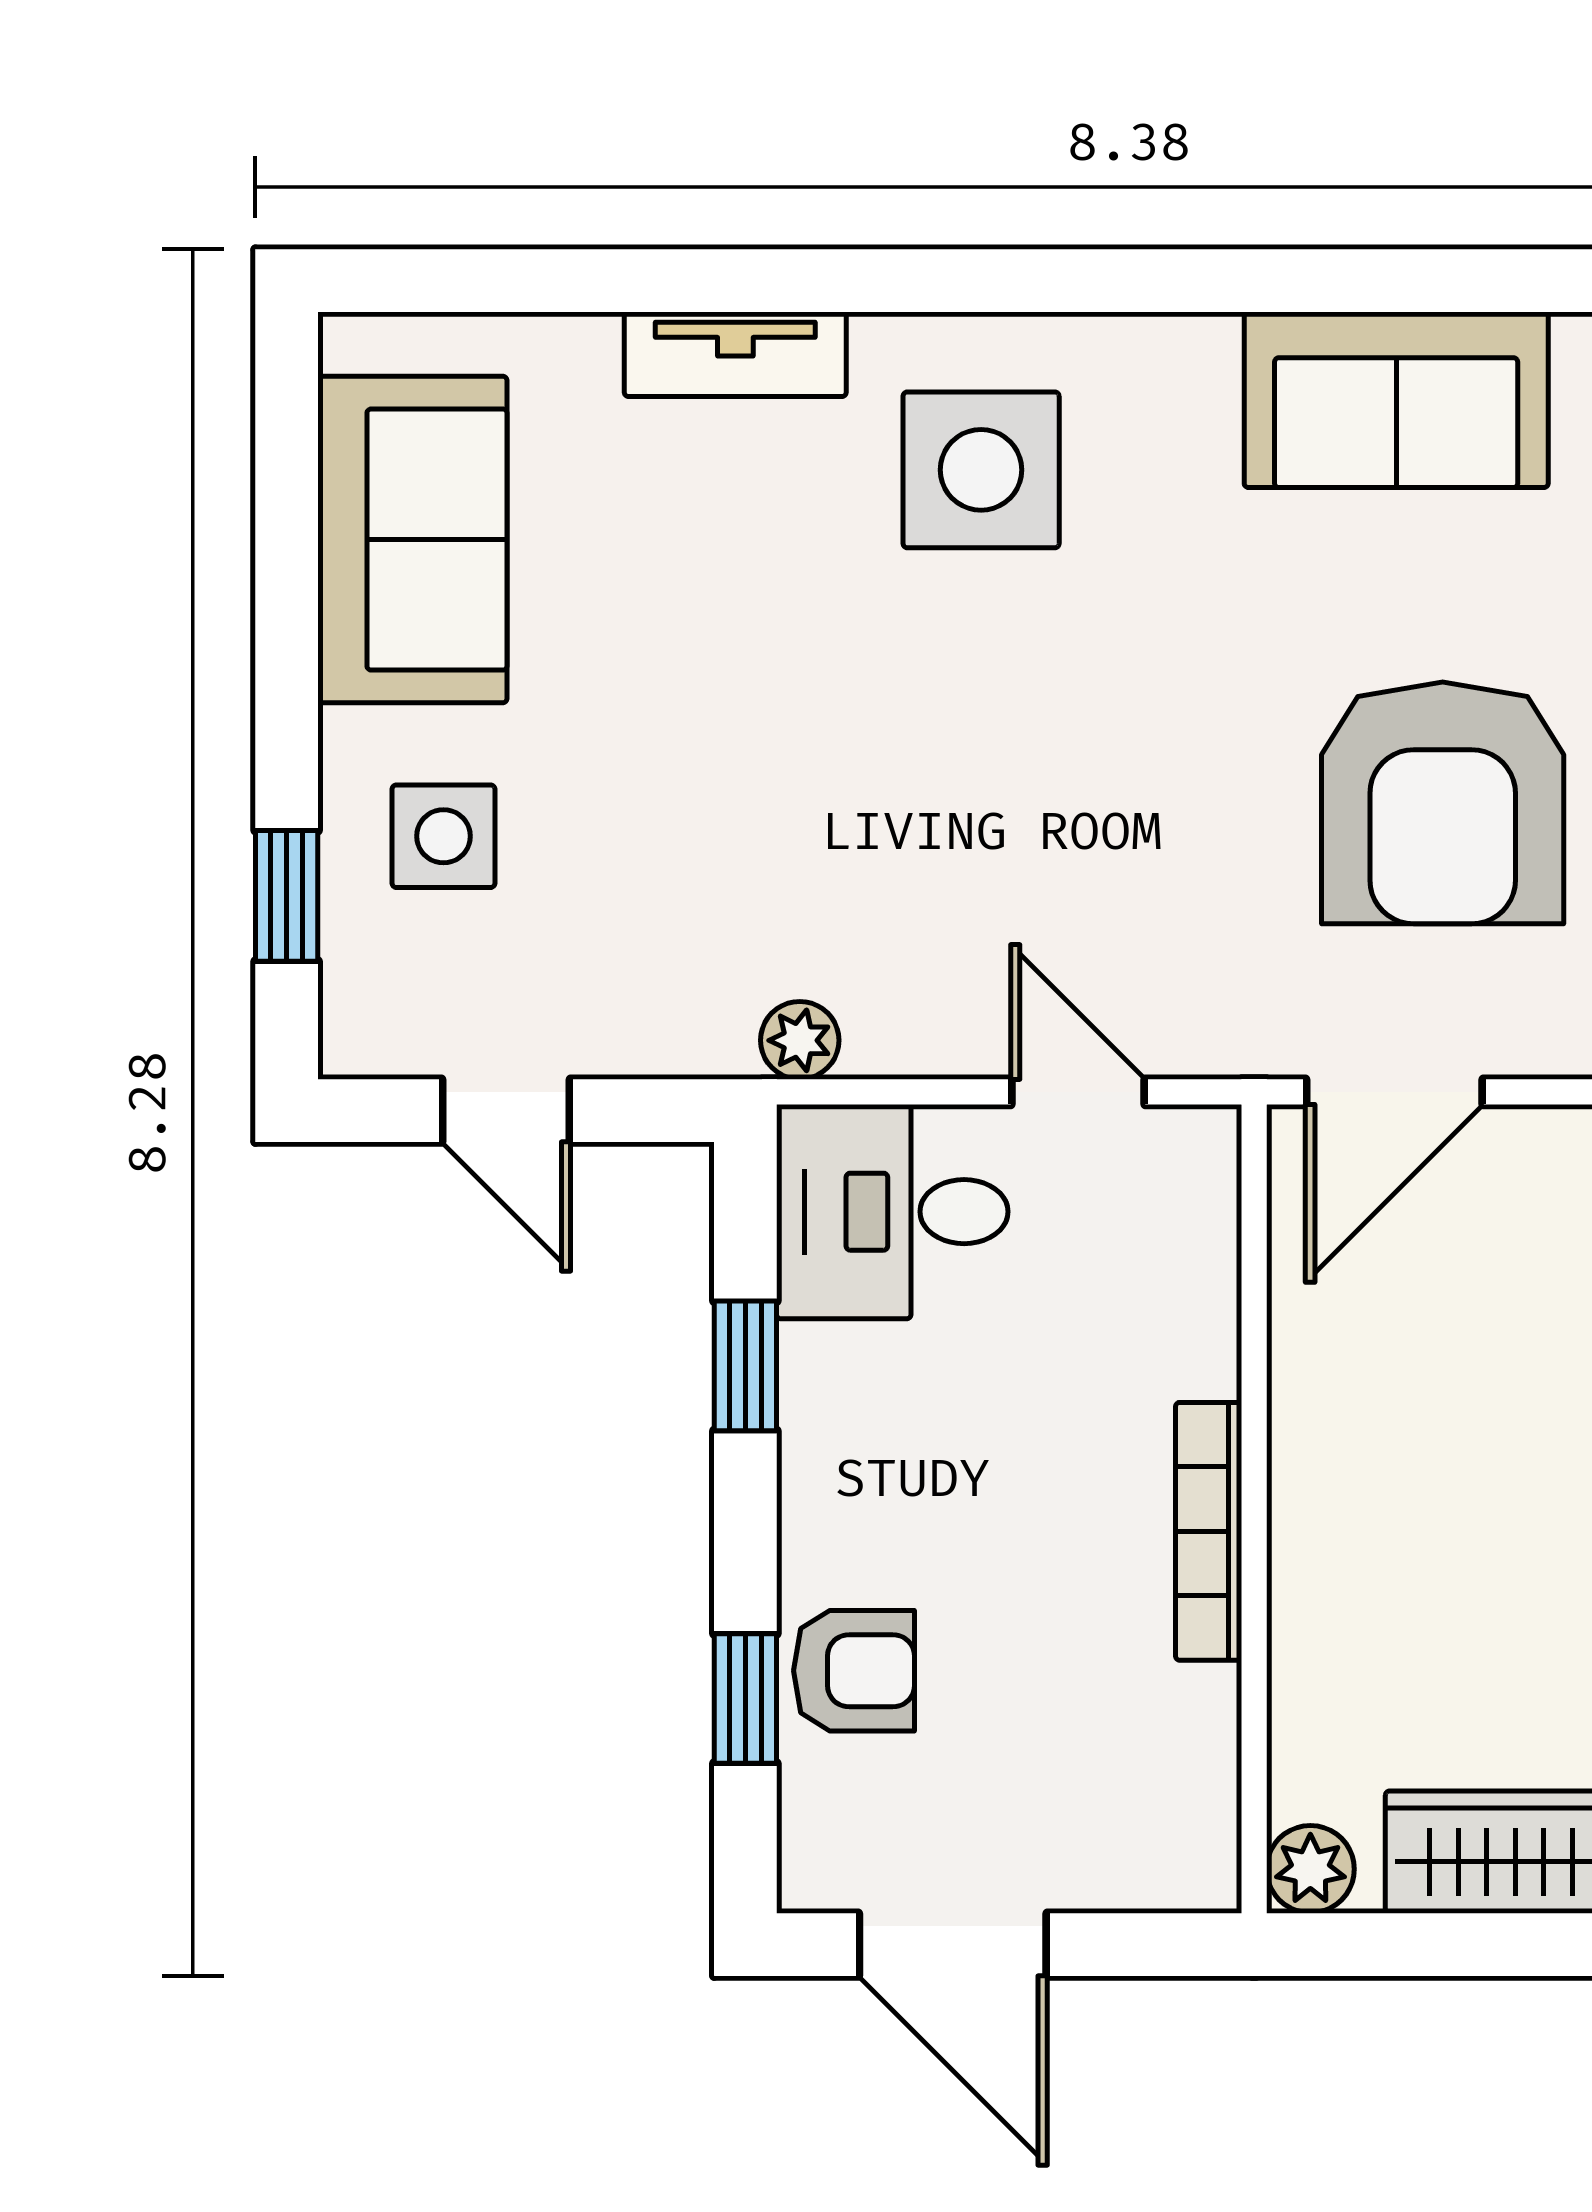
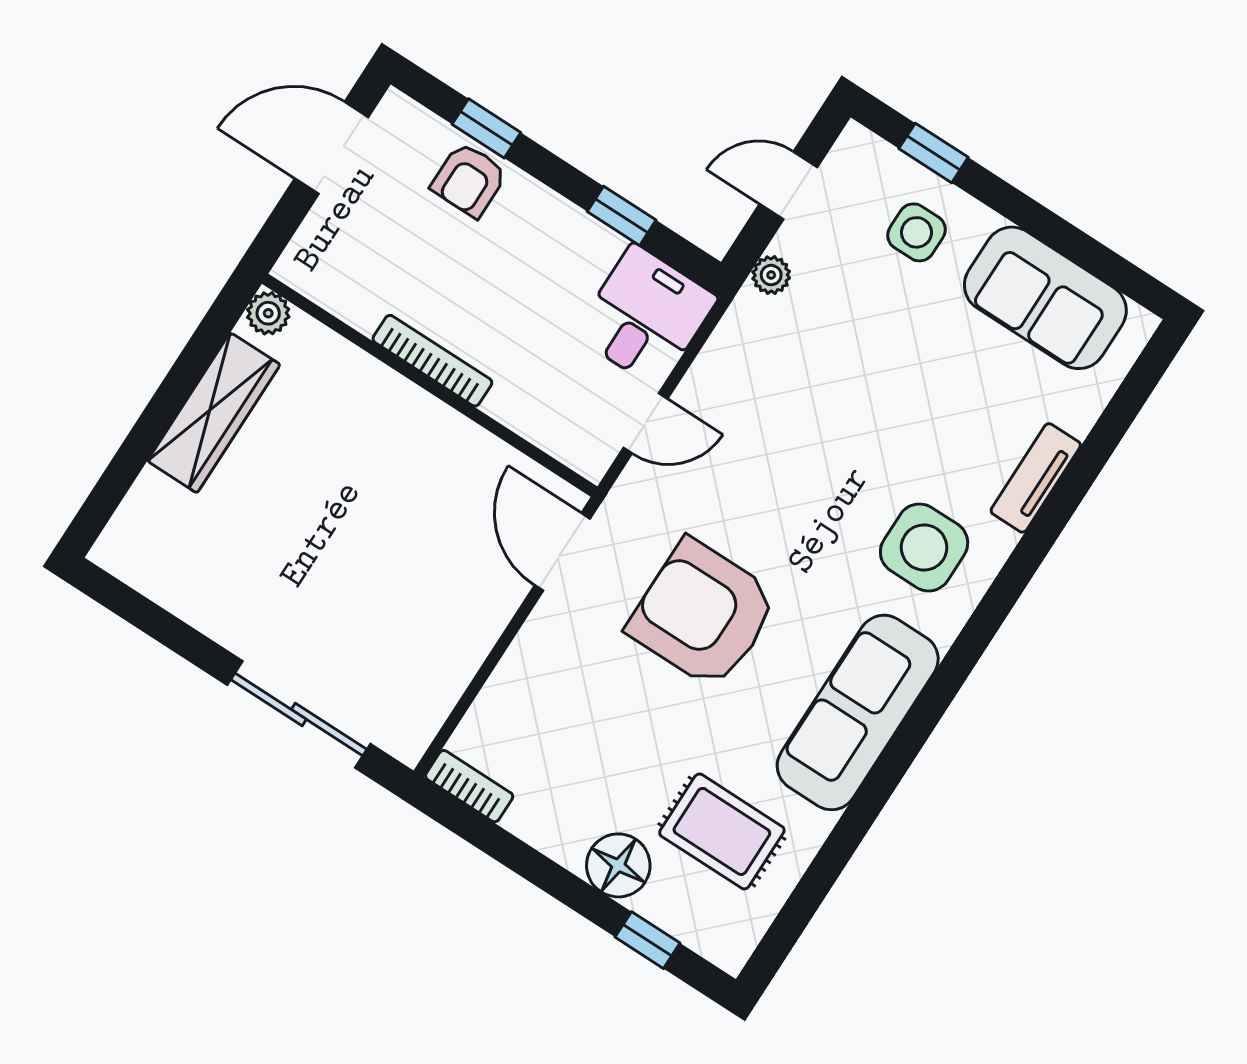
sofa: (1396, 400) -> (858, 712), width x1.36
armchair: (1443, 803) -> (703, 614), moved
plant: (800, 1040) -> (771, 275), moved

